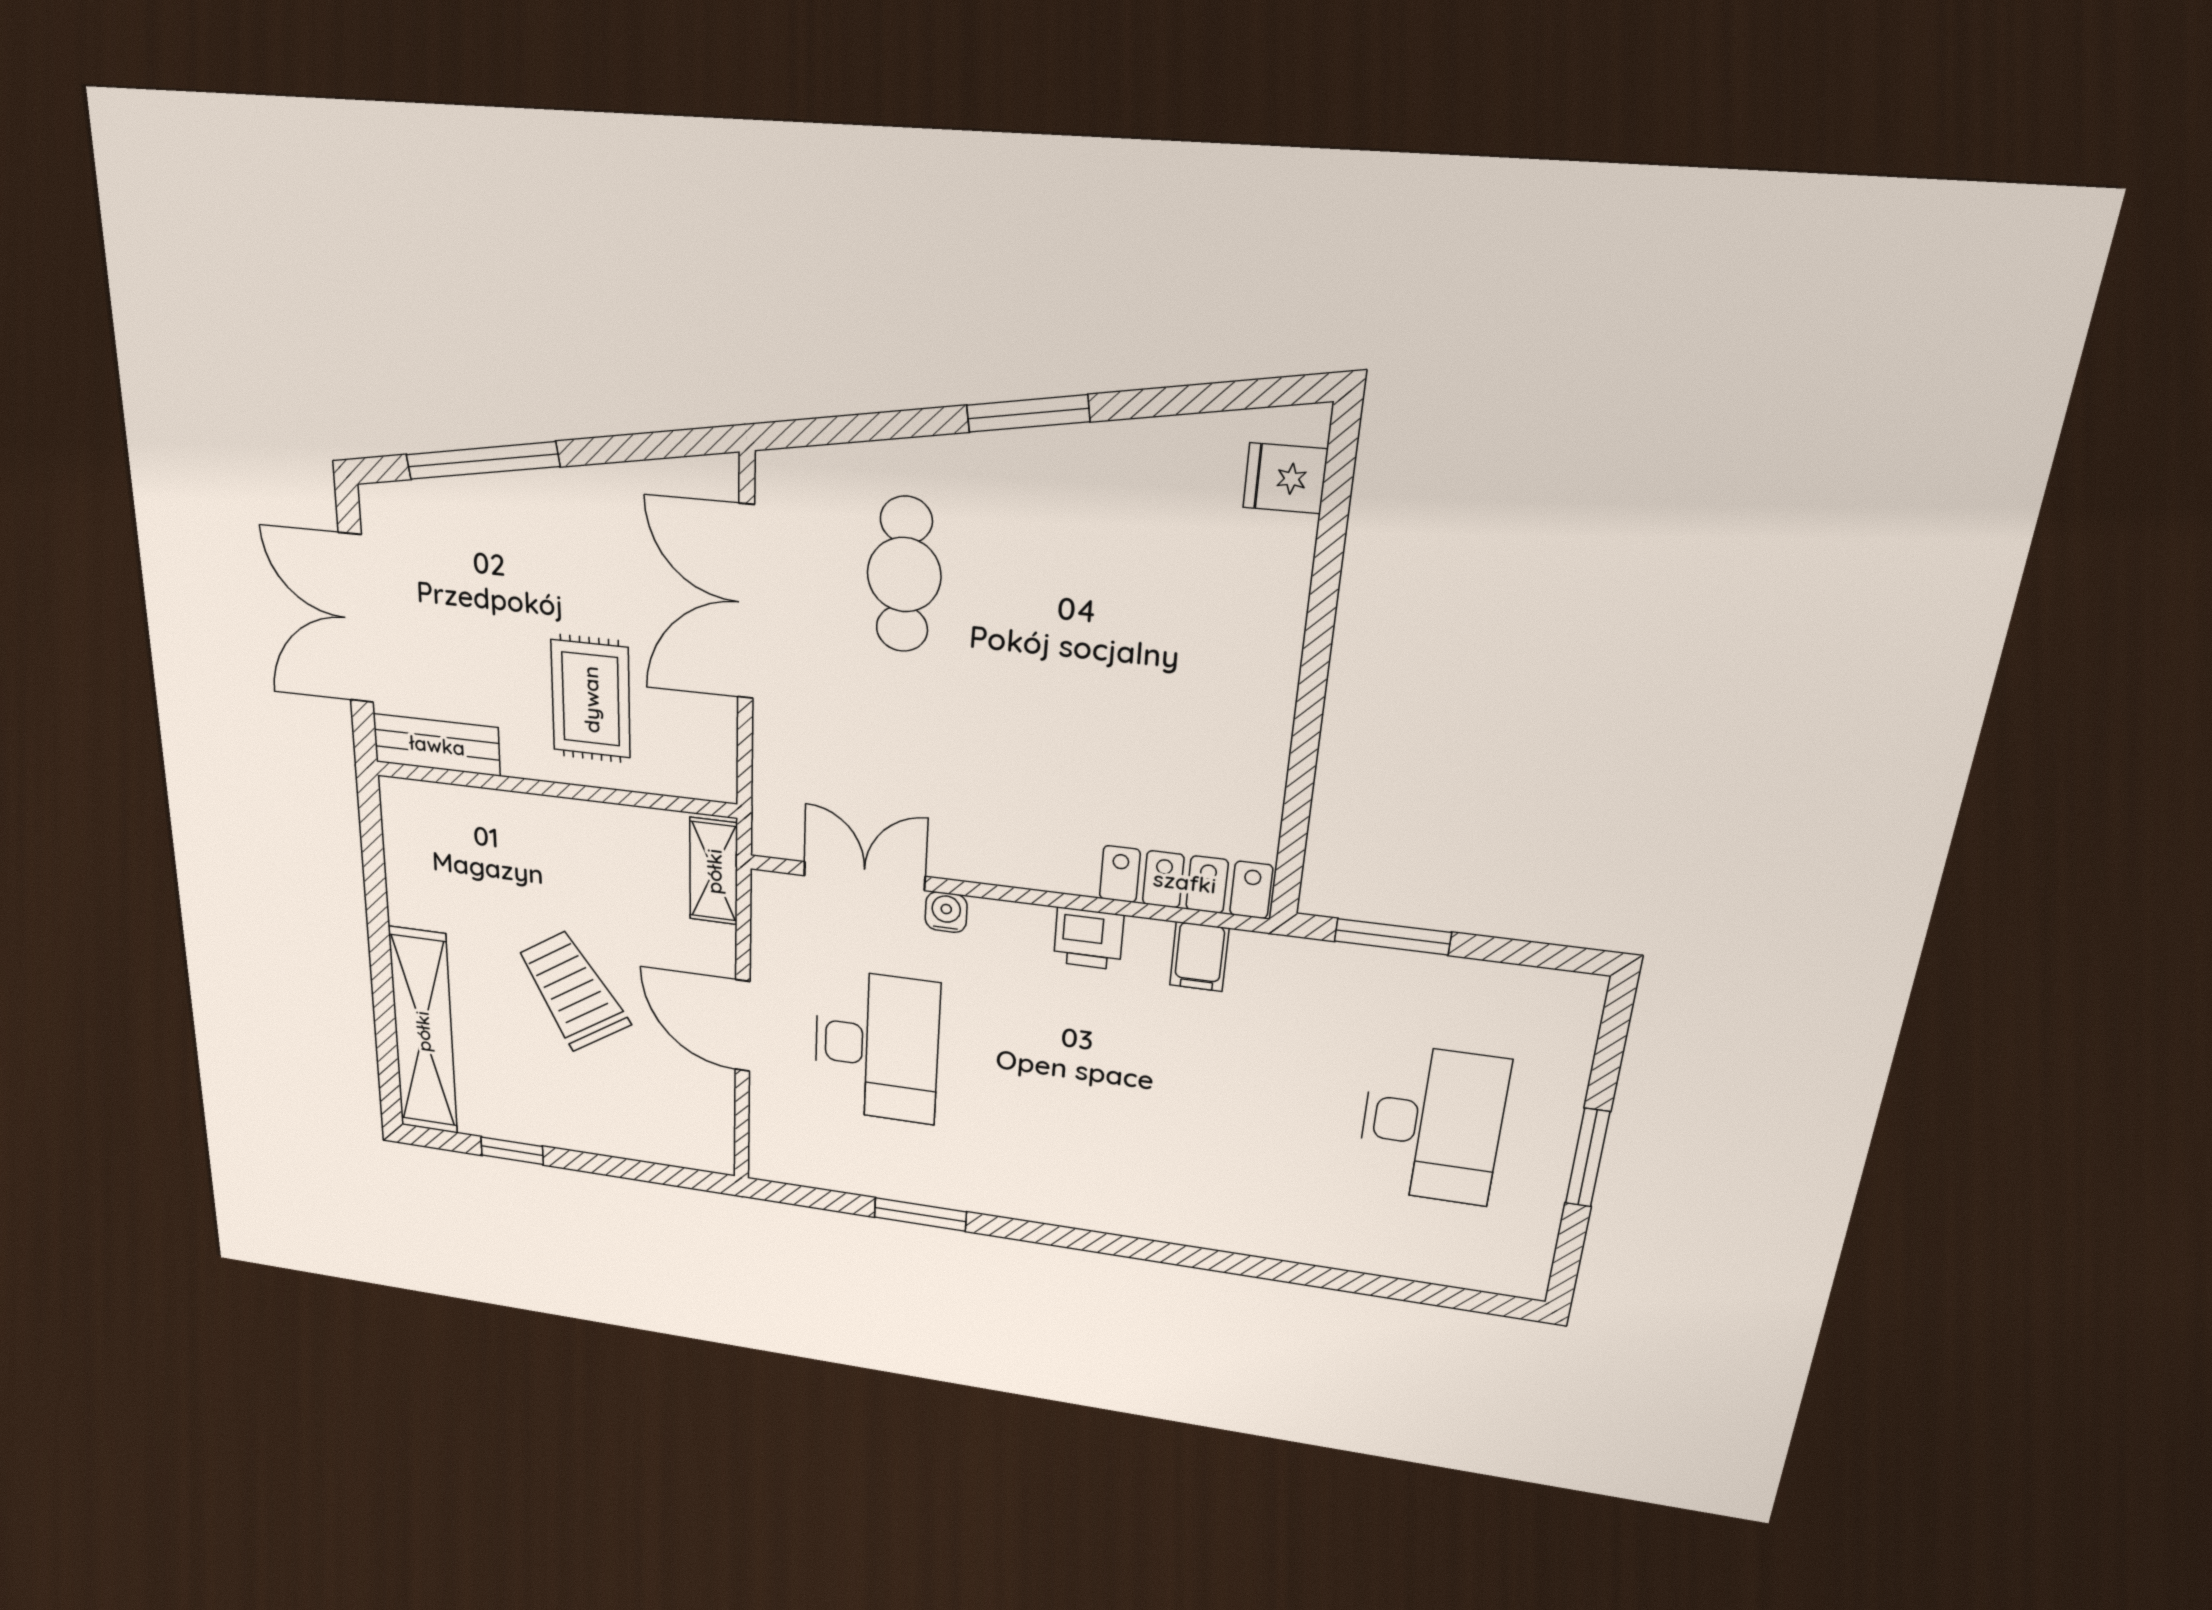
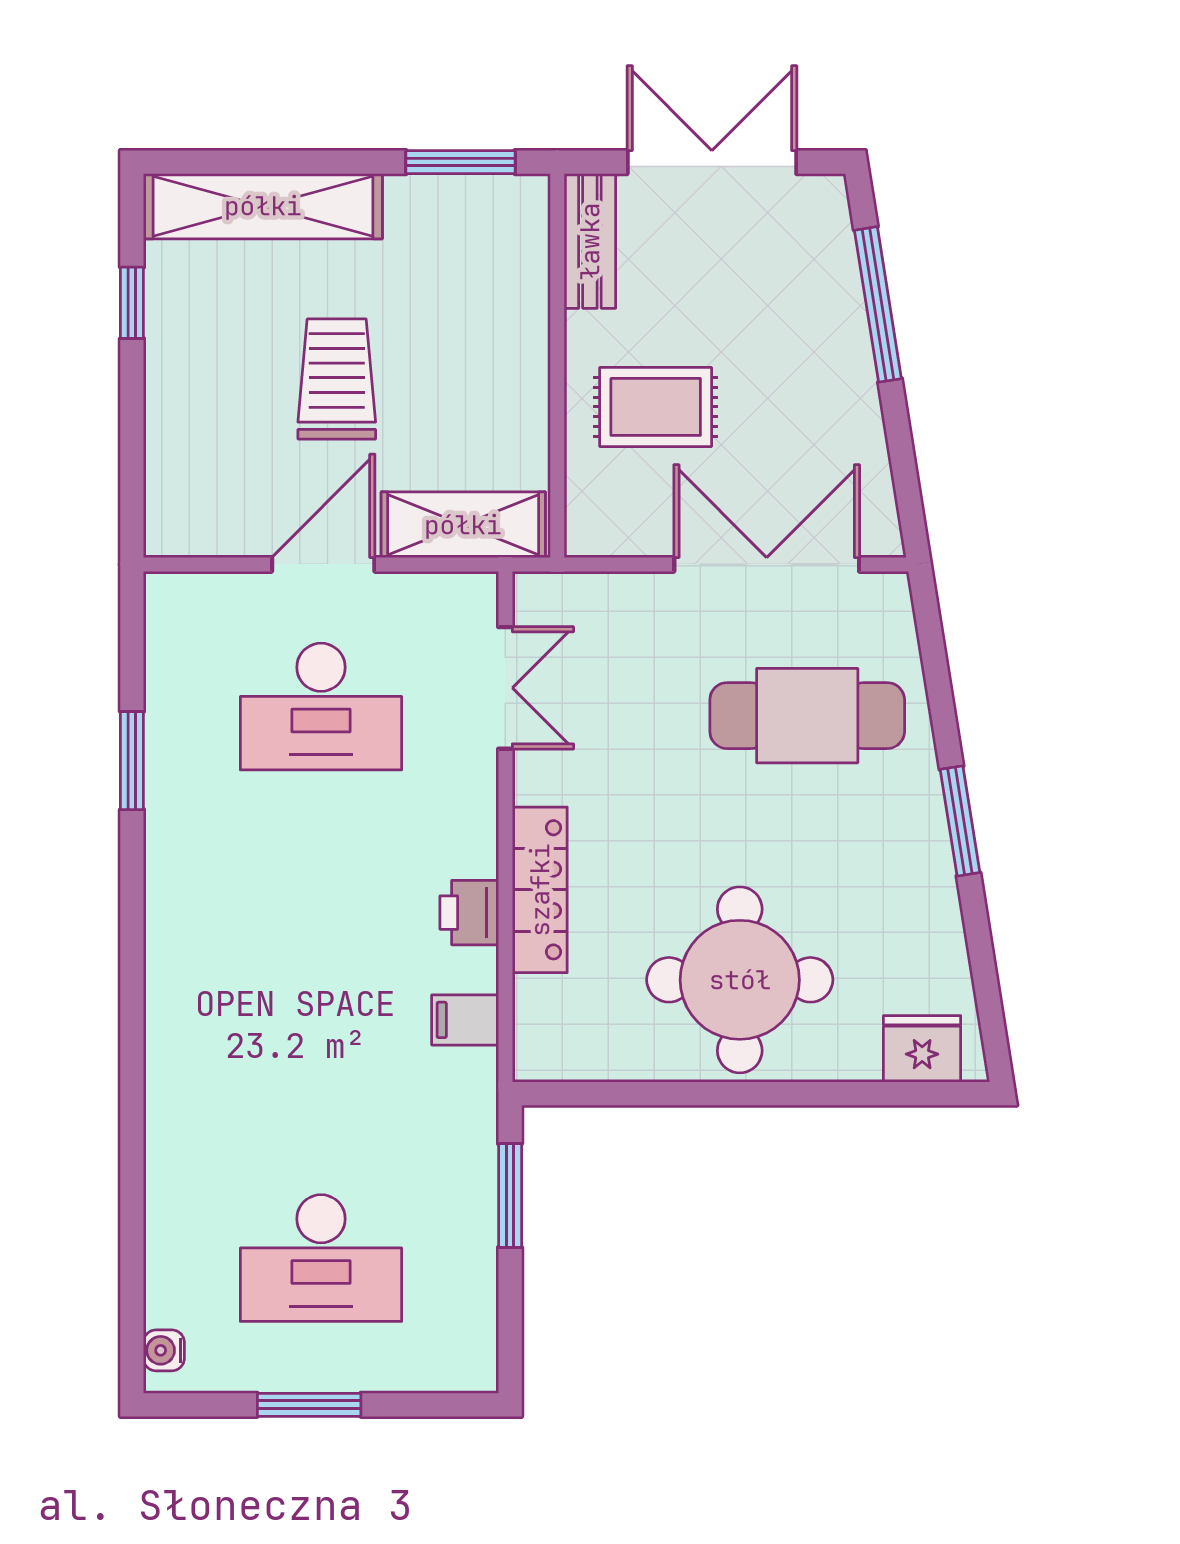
fridge: (1285, 478) -> (922, 1049), width x1.38
cafe table: (904, 575) -> (807, 716), width x1.37, depth x1.35
round table: (1185, 675) -> (740, 980), added
window: (373, 855) -> (460, 162), added
shelving: (714, 871) -> (463, 525), width x1.50, depth x1.33
locker: (1185, 882) -> (540, 890), moved
water cooler: (946, 912) -> (164, 1350), moved, turned 180
trolley: (573, 990) -> (337, 379), turned -58

